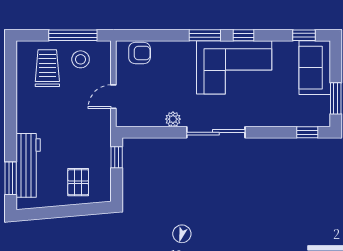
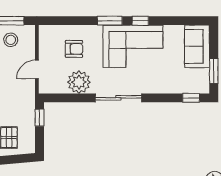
window: (304, 35) -> (188, 21), removed
armchair: (140, 53) -> (74, 49), moved
plant: (173, 119) -> (79, 82), width x1.88, depth x1.88

